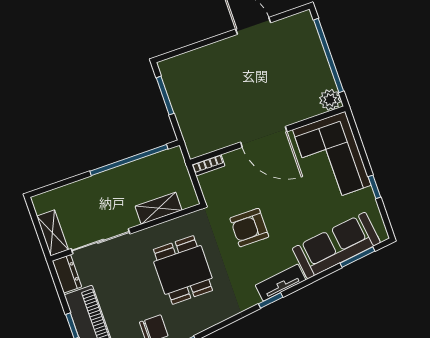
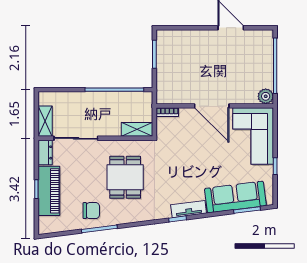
shelving: (159, 208) -> (137, 129), moved
armchair: (249, 228) -> (180, 164), removed

